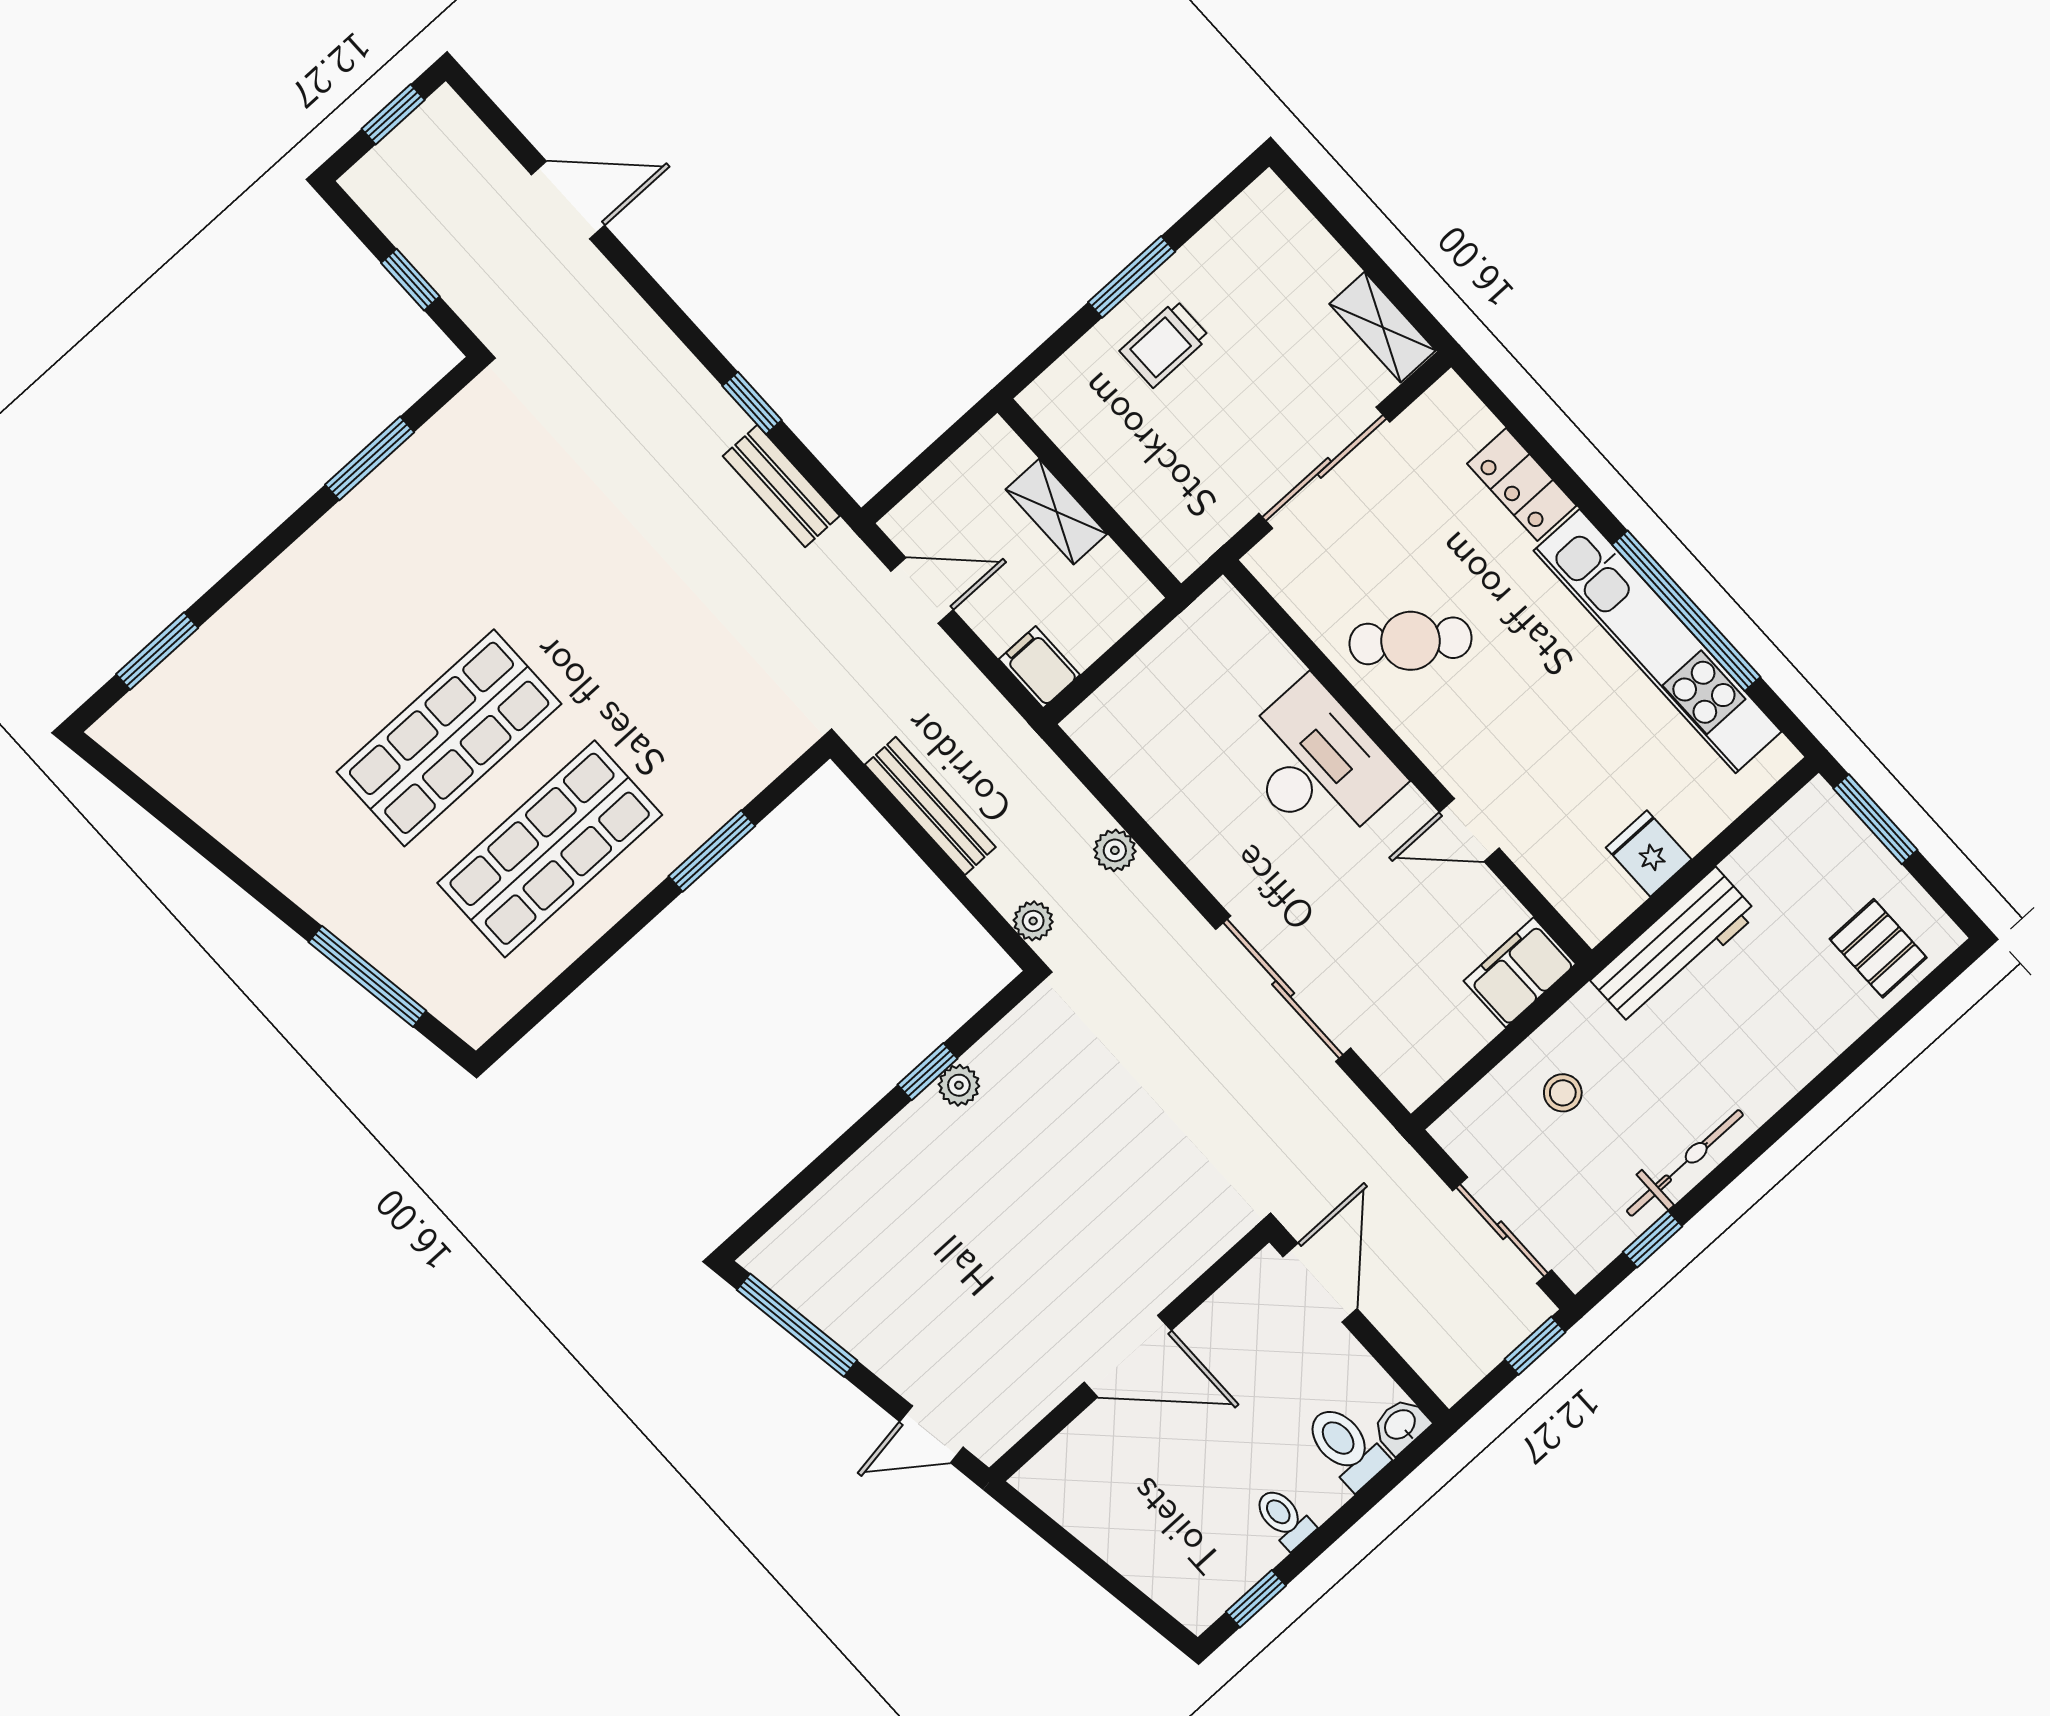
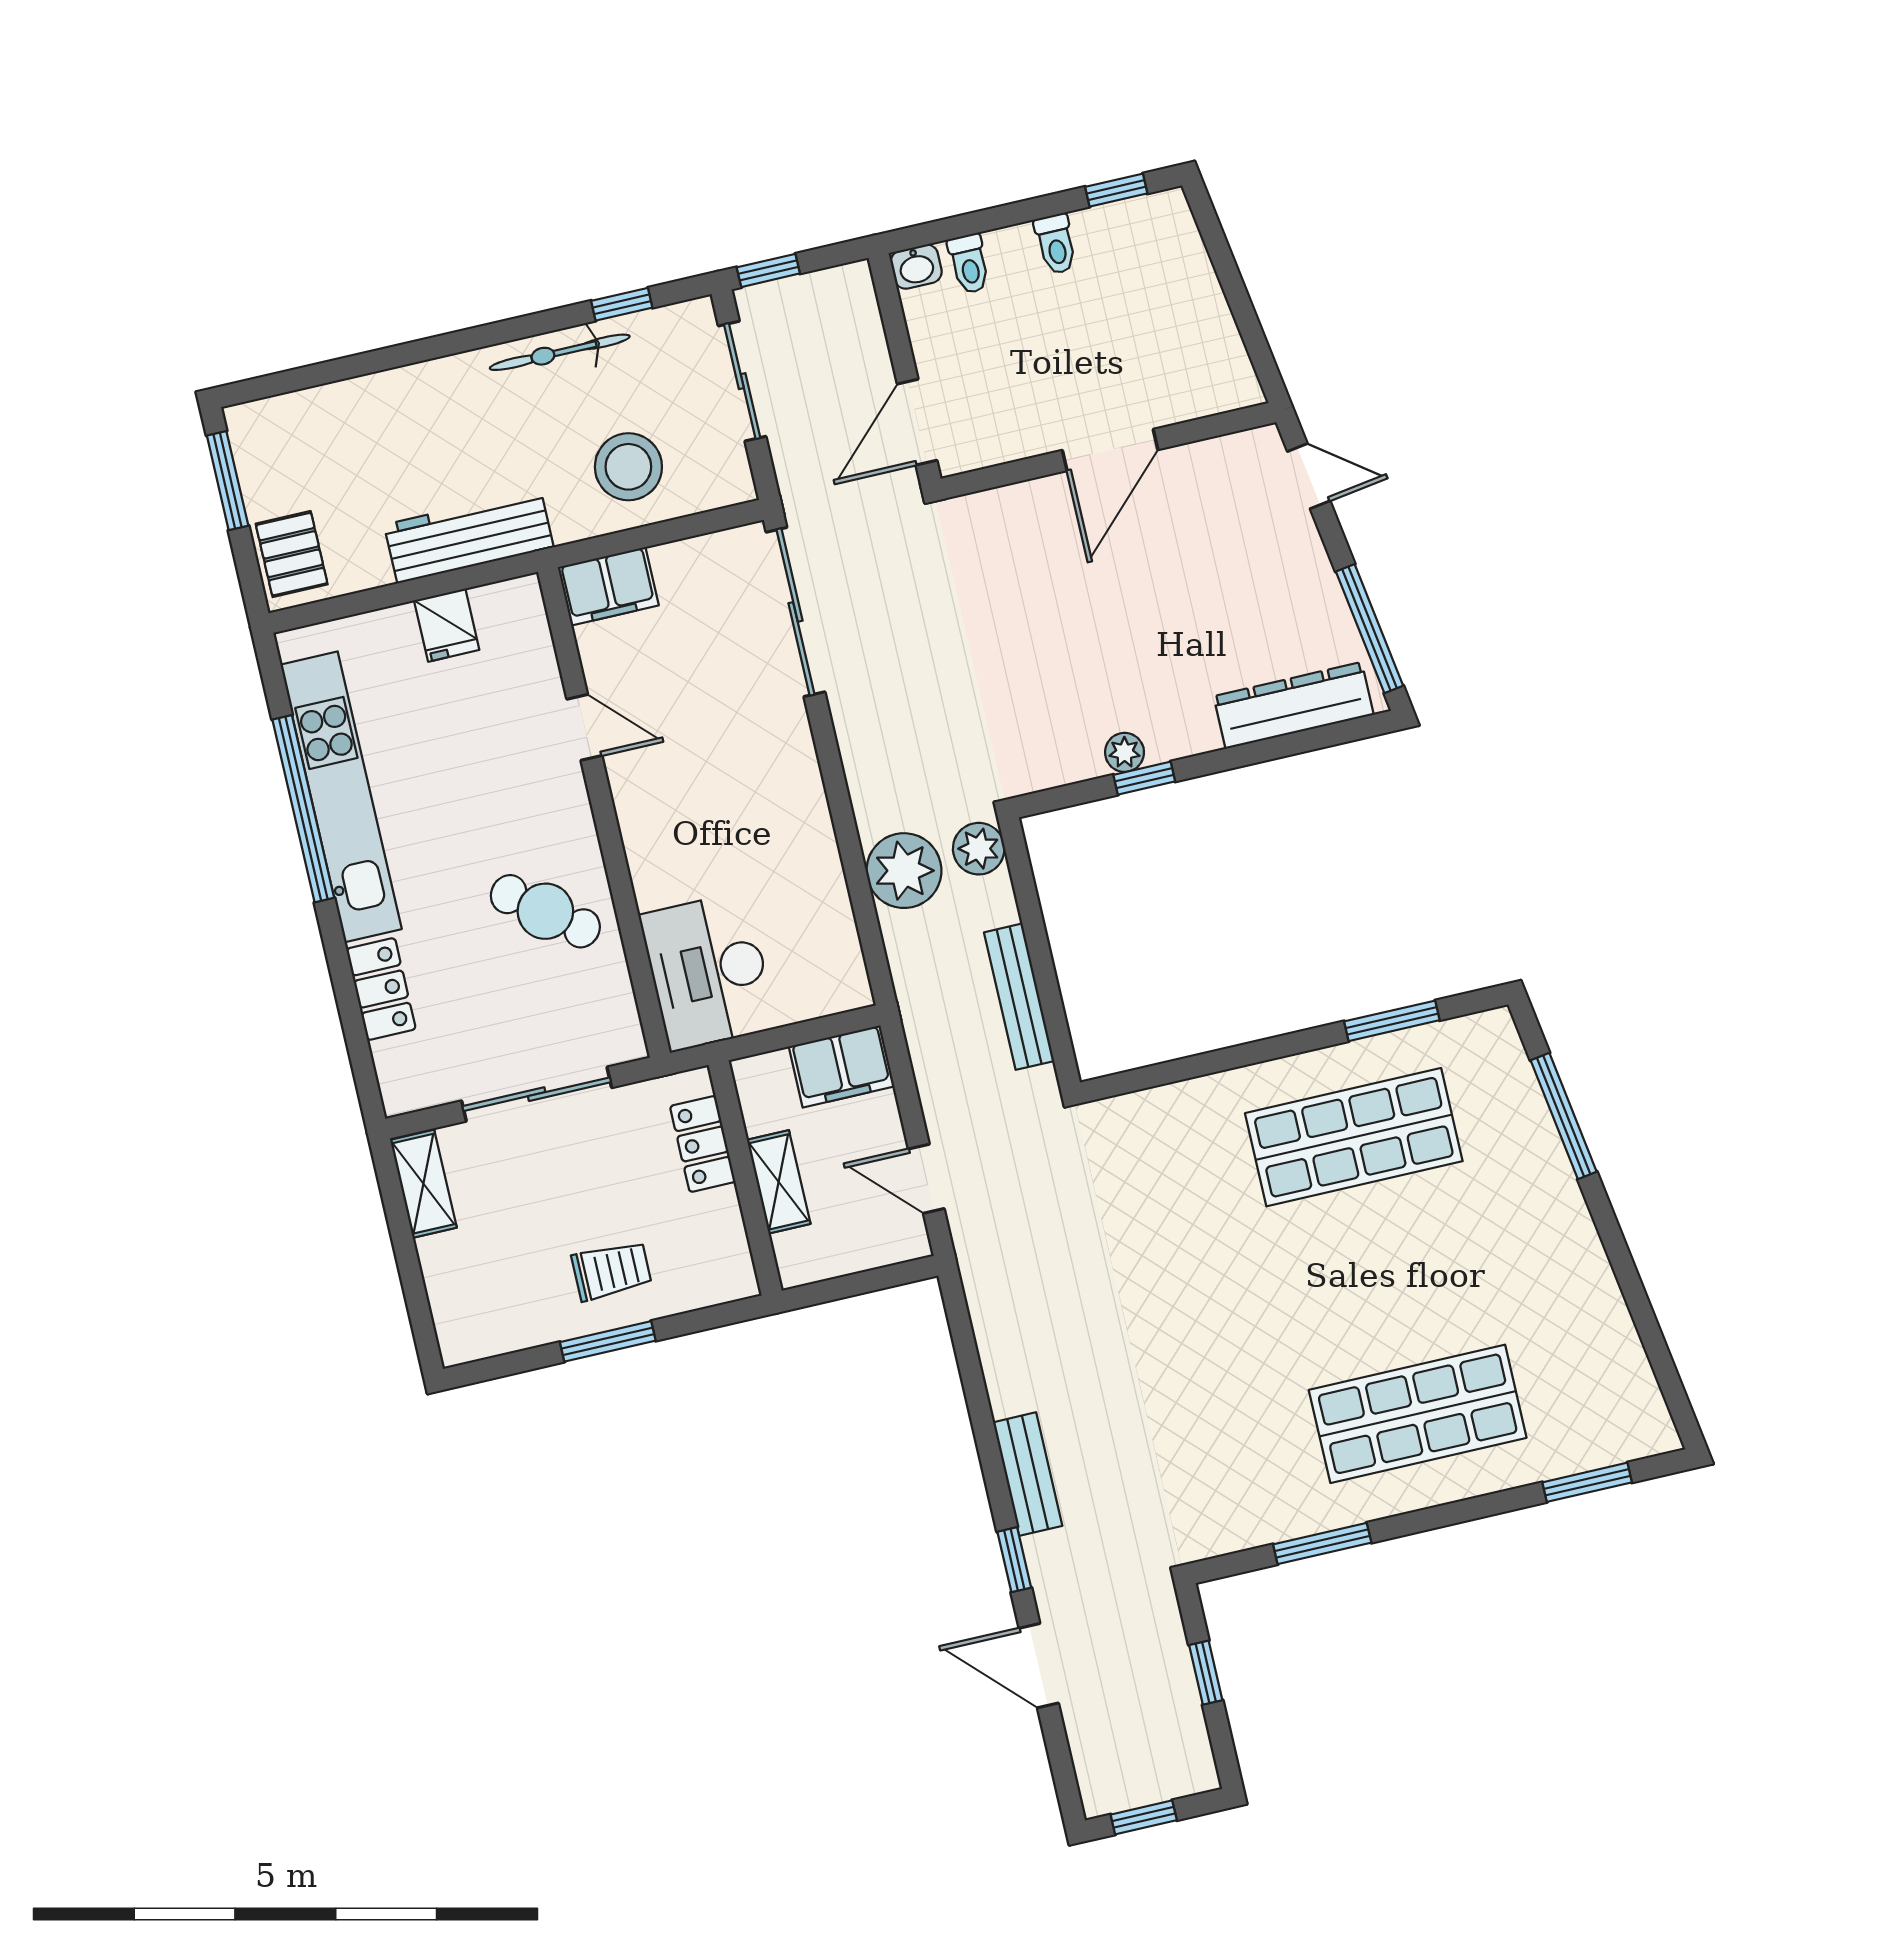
window: (752, 403) -> (1014, 1560), moved
bench: (781, 486) -> (1028, 1474), moved
locker: (1146, 507) -> (703, 1144), added
filing cabinet: (1039, 667) -> (842, 1066), width x2.00
shop shelf: (449, 738) -> (1418, 1414), moved
desk: (1316, 765) -> (708, 971), moved
window: (1875, 819) -> (228, 481), moved
plant: (1115, 850) -> (904, 871), width x1.88, depth x1.88
window: (712, 851) -> (1392, 1021), moved
plant: (1033, 921) -> (979, 849), width x1.38, depth x1.38
pallet: (1878, 948) -> (292, 554), moved
sliding door: (1283, 989) -> (795, 612), moved
stool: (1563, 1093) -> (628, 467), width x1.89, depth x1.89
dresser: (827, 1215) -> (1294, 705), added
door: (1128, 1356) -> (1110, 450), swing flipped
toilet: (1346, 1447) -> (969, 264), width x0.73, depth x0.72

